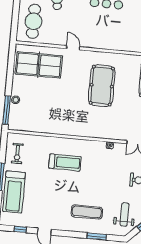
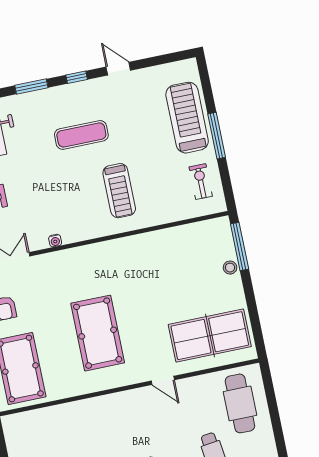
treadmill: (65, 162) -> (119, 191), turned -90
exercise mat: (87, 212) -> (81, 135), moved
window: (20, 229) -> (77, 77), moved

